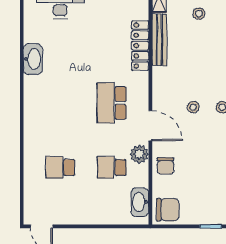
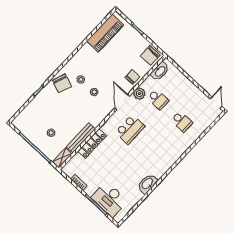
chair: (168, 210) -> (150, 56), turned -90

